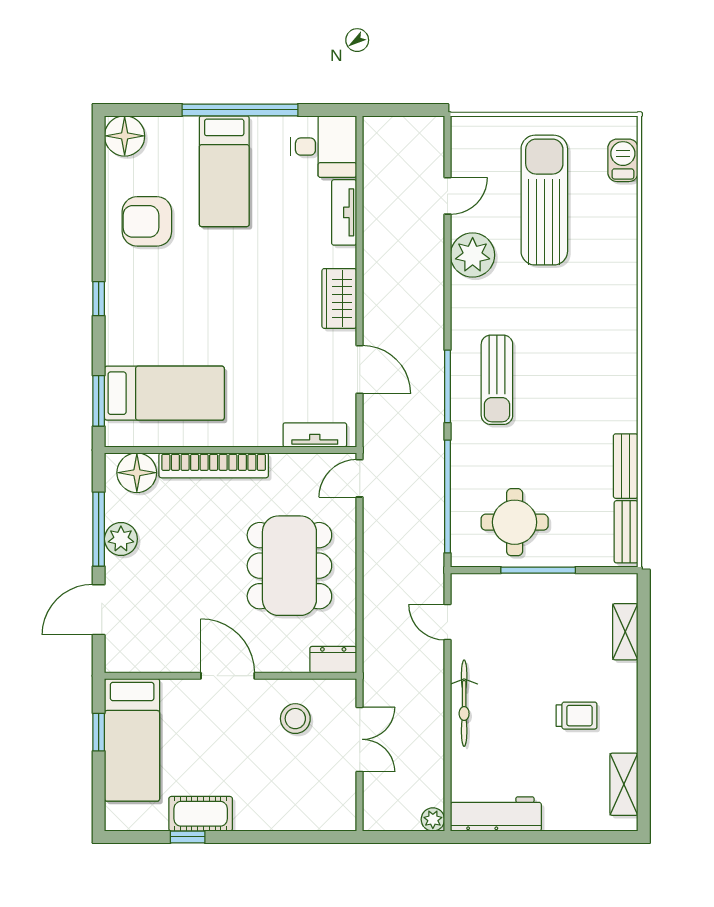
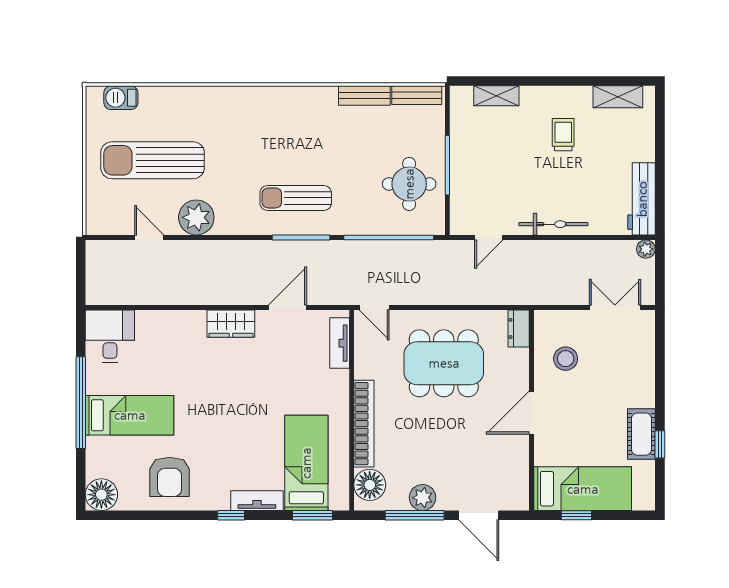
tv unit: (344, 212) -> (257, 501), moved, turned 180
sun lounger: (497, 380) -> (296, 198), turned 180
double door: (360, 739) -> (615, 307), moved

